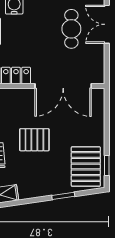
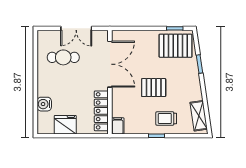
double door: (107, 24) -> (76, 28), moved
pallet: (34, 140) -> (154, 88), turned 90

